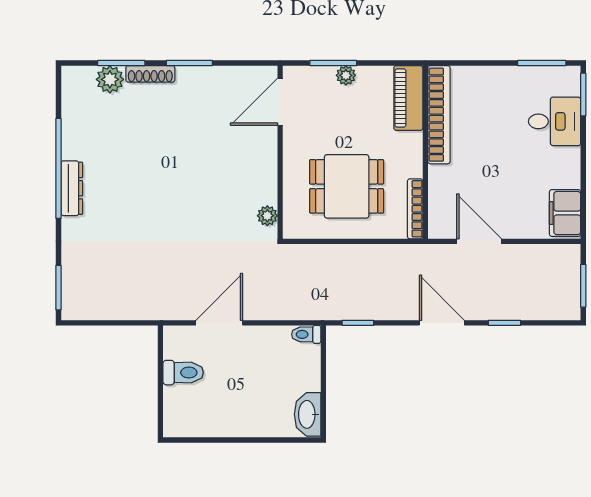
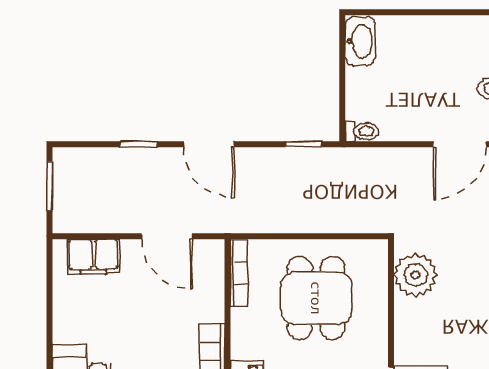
dining table: (347, 186) -> (316, 298), turned 90
filing cabinet: (565, 213) -> (93, 257), moved, turned 90
plant: (267, 216) -> (416, 275), width x1.88, depth x1.88

